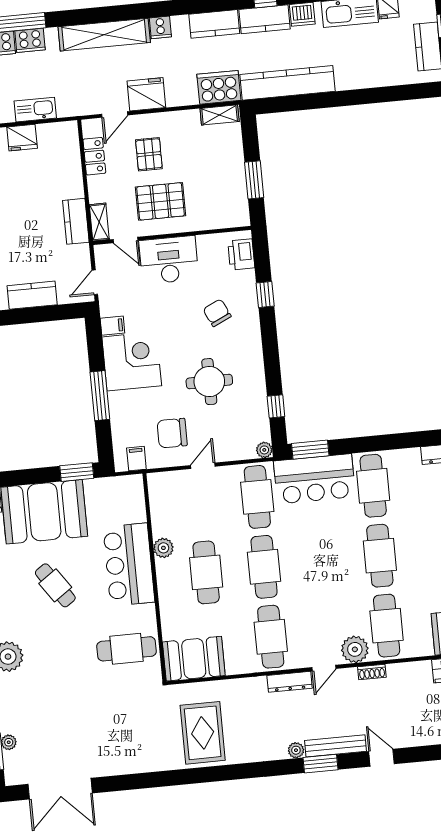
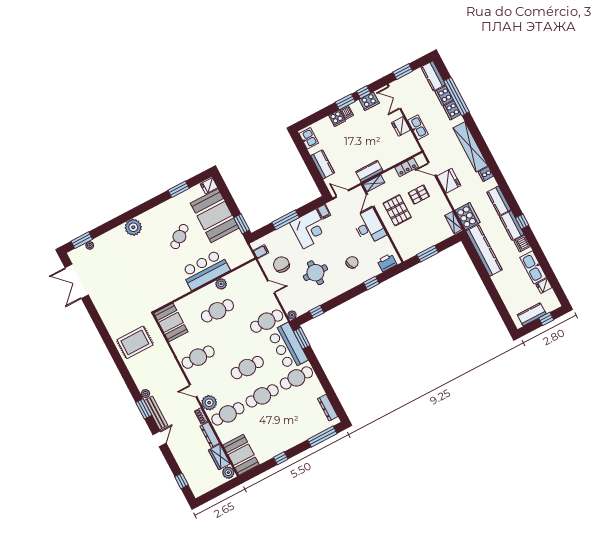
cafe table: (264, 567) -> (247, 368), moved
cafe table: (126, 649) -> (162, 286), removed
dresser: (290, 682) -> (210, 435), moved

